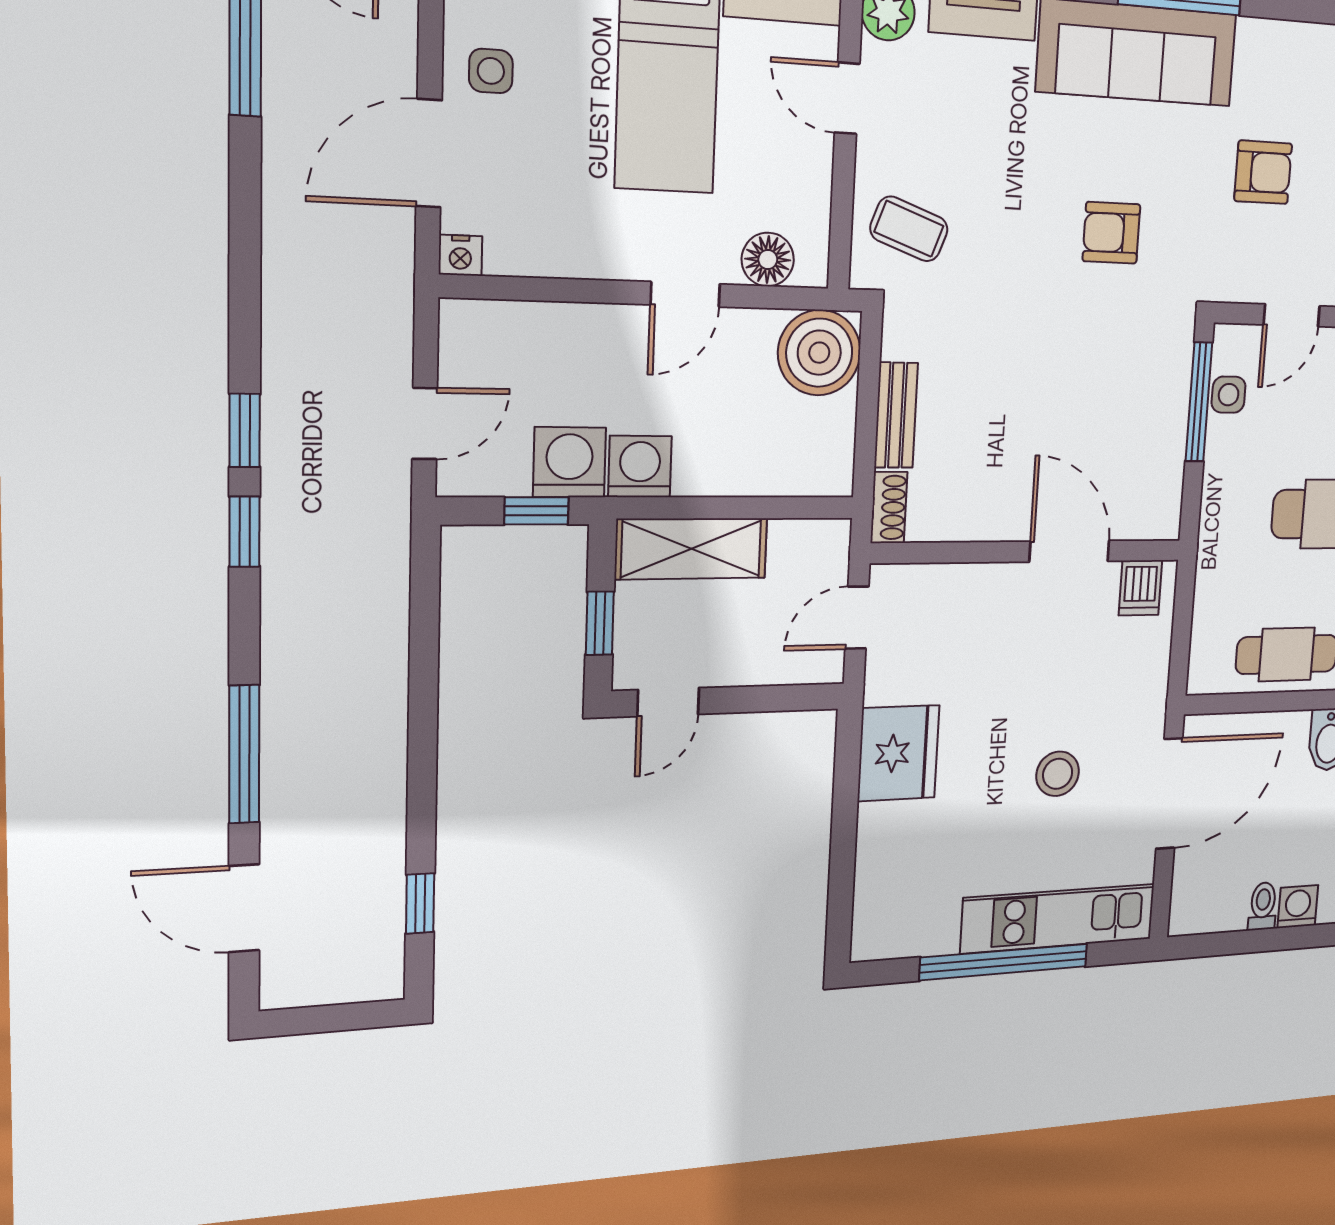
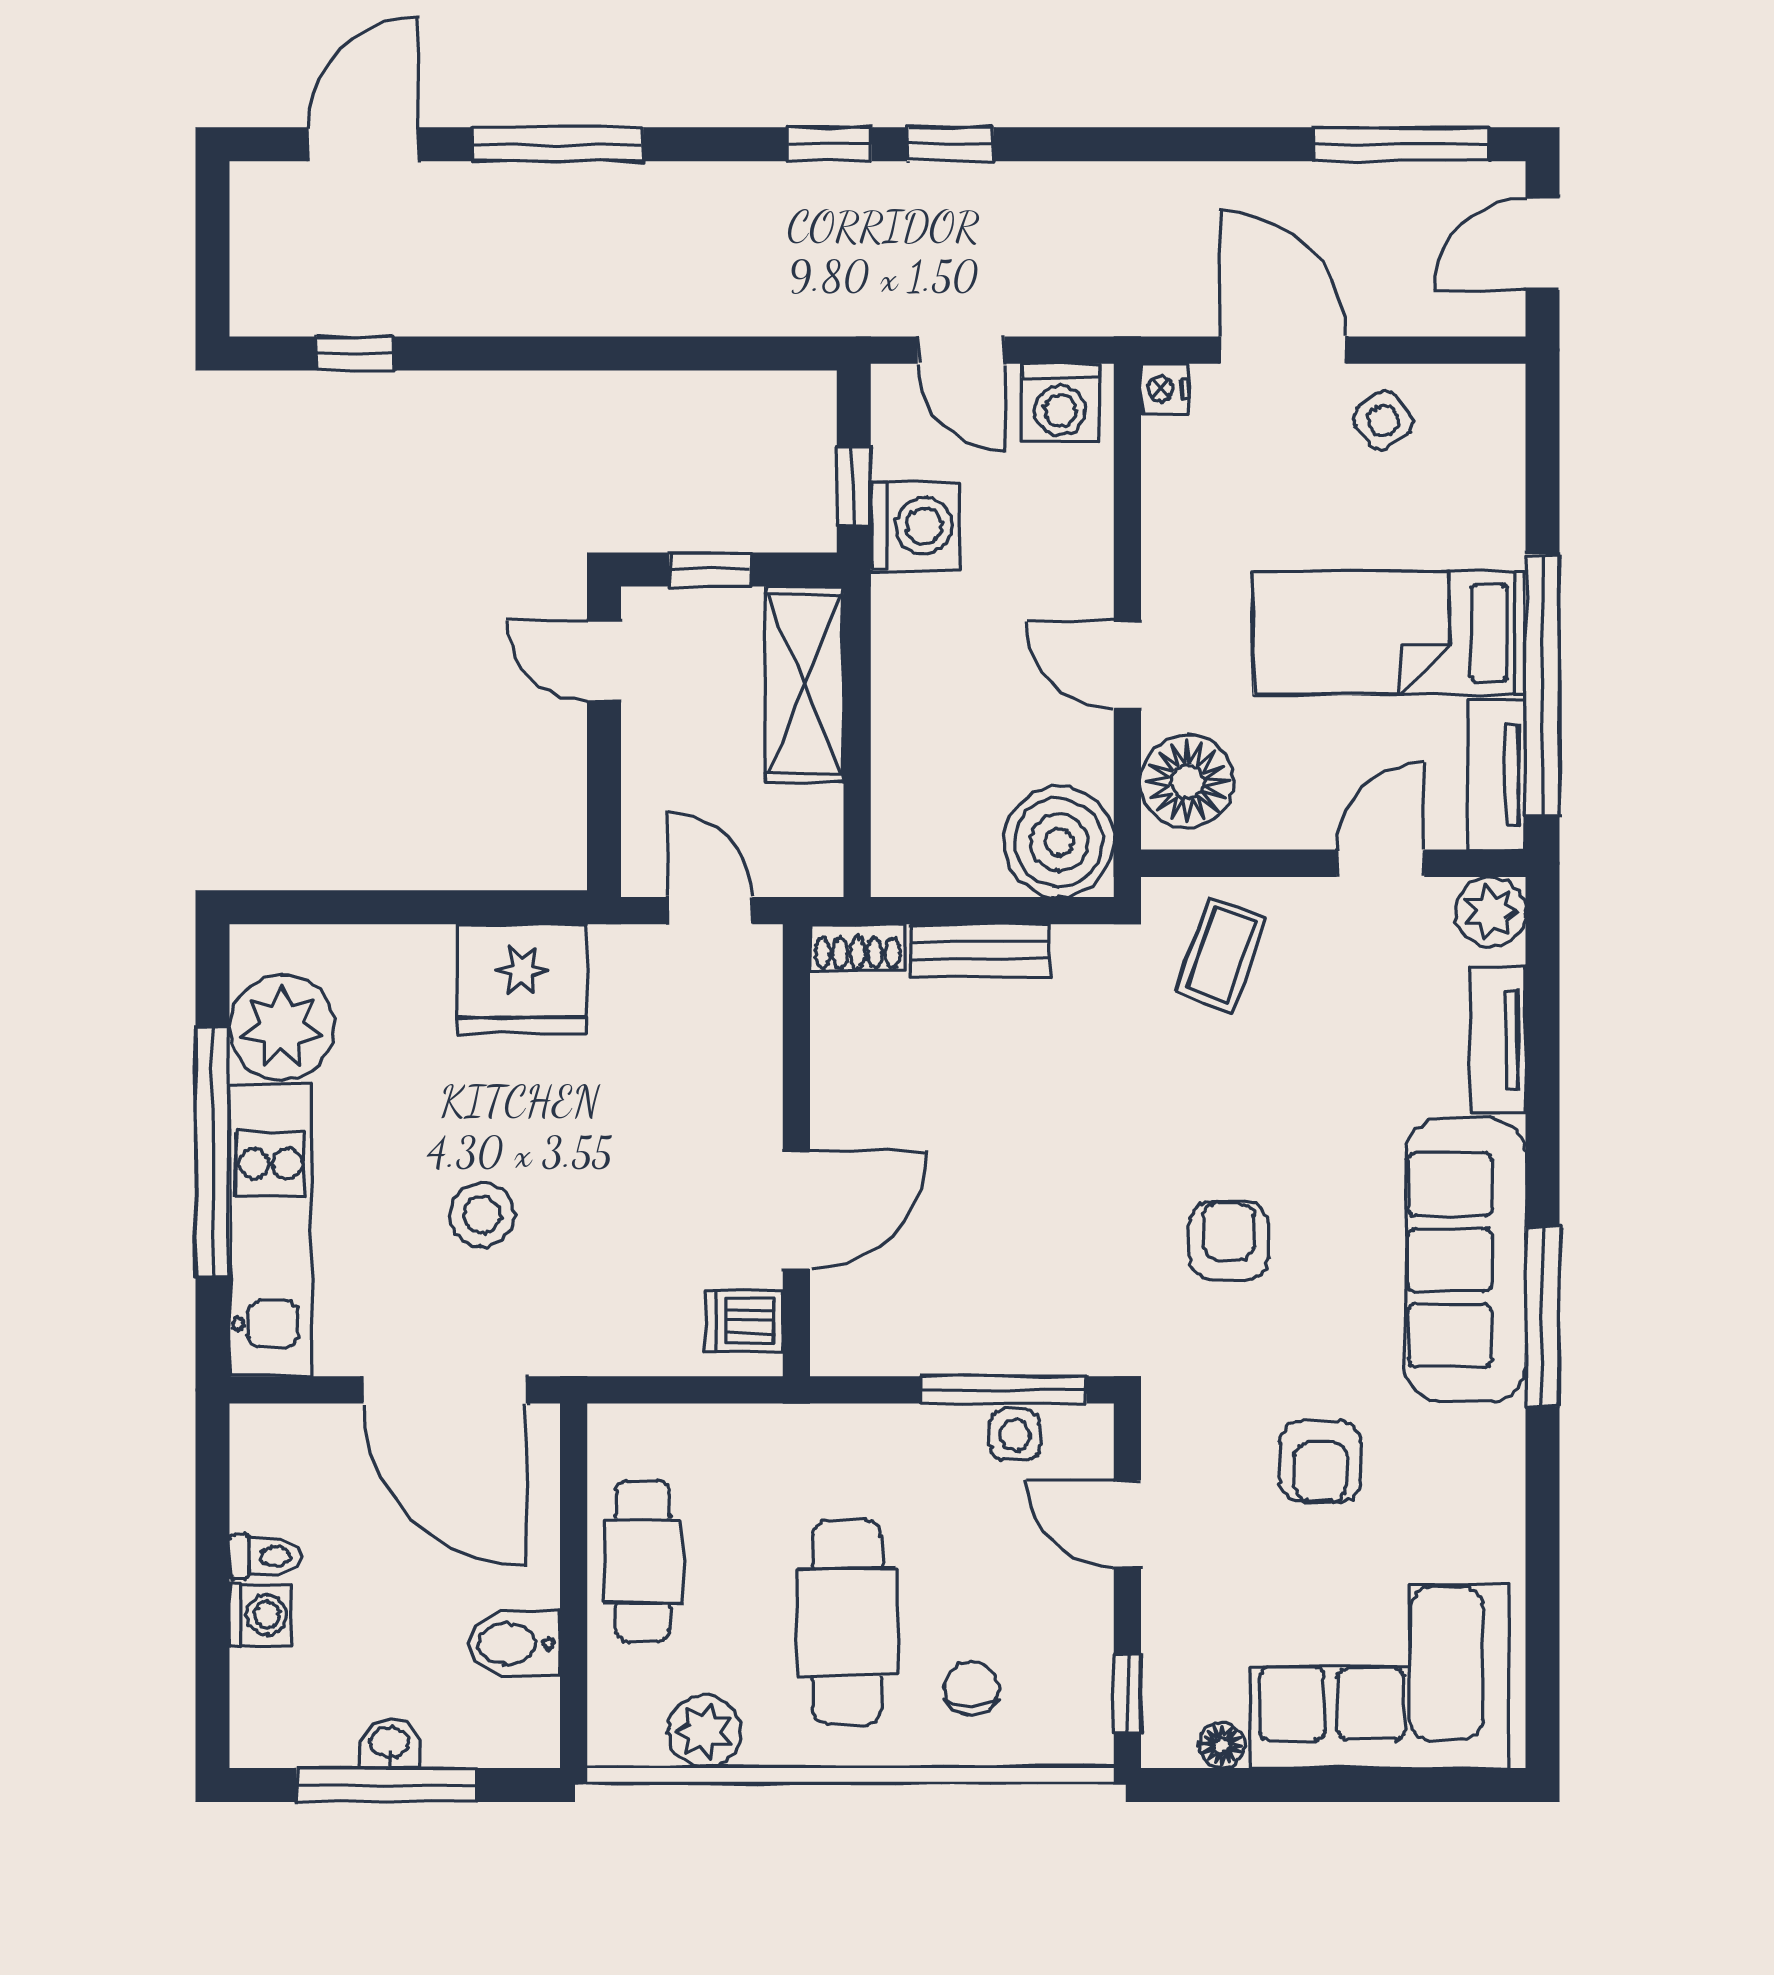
side table: (491, 71) -> (1383, 420), turned -36
floor lamp: (768, 260) -> (1187, 781), width x1.38, depth x1.38
washing machine: (640, 467) -> (1060, 403), moved, turned 90
plant: (923, 921) -> (282, 1027), added

